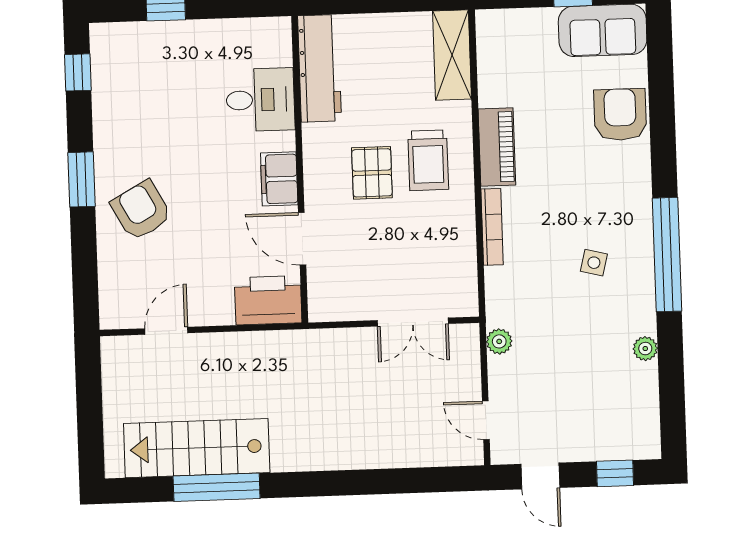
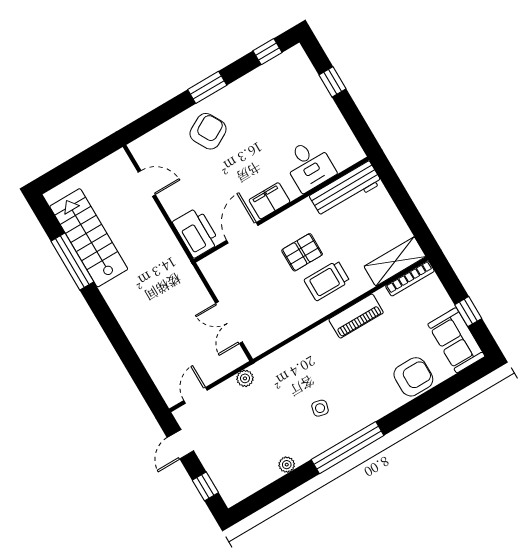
bookcase: (492, 227) -> (410, 278), moved

